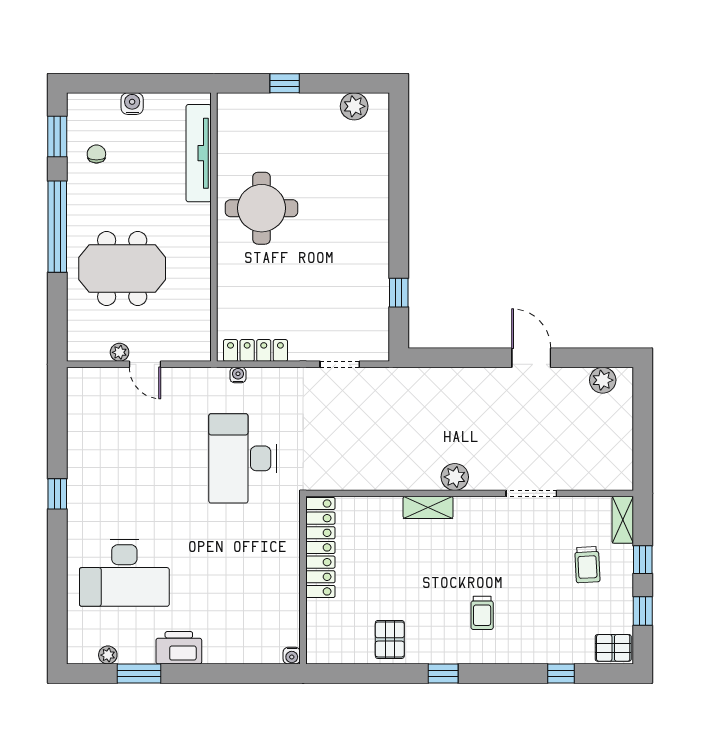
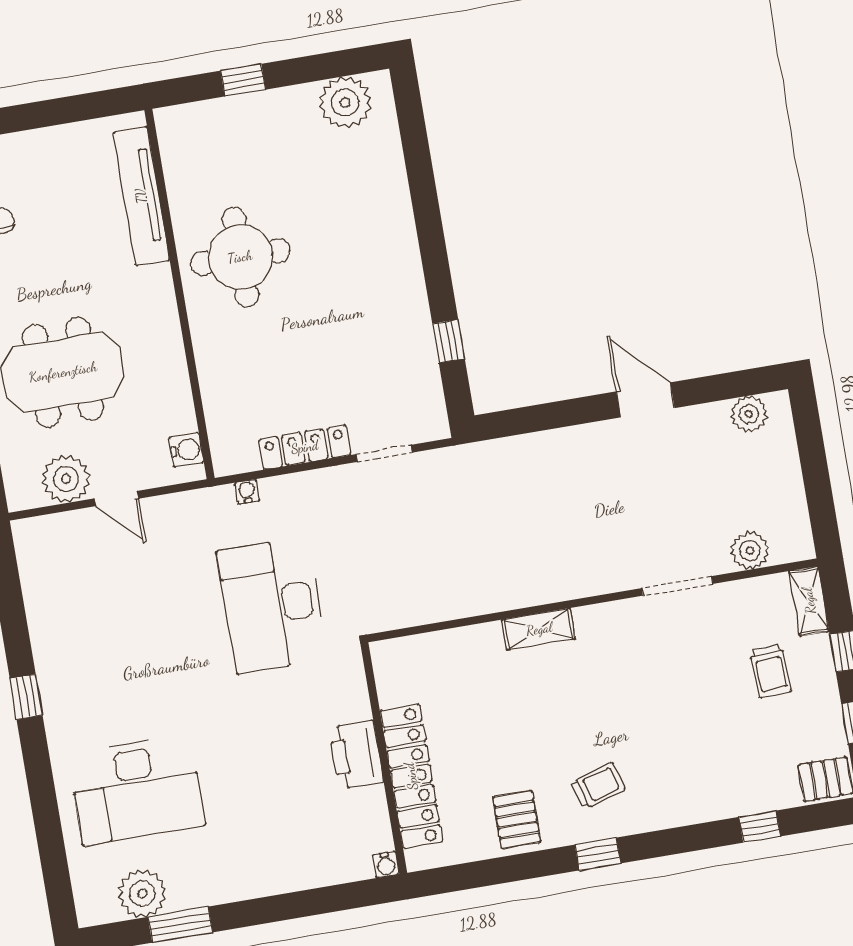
water cooler: (132, 104) -> (186, 450), moved, turned 90
plant: (354, 106) -> (345, 102), width x1.36, depth x1.36
locker: (255, 350) -> (305, 447), moved
plant: (120, 352) -> (66, 479), width x1.88, depth x1.88
plant: (455, 477) -> (750, 551), moved
locker: (320, 547) -> (411, 776), moved
trolley: (482, 613) -> (598, 786), moved, turned -107
printer: (179, 648) -> (356, 755), moved, turned -90
plant: (108, 655) -> (142, 894), width x1.87, depth x1.87

